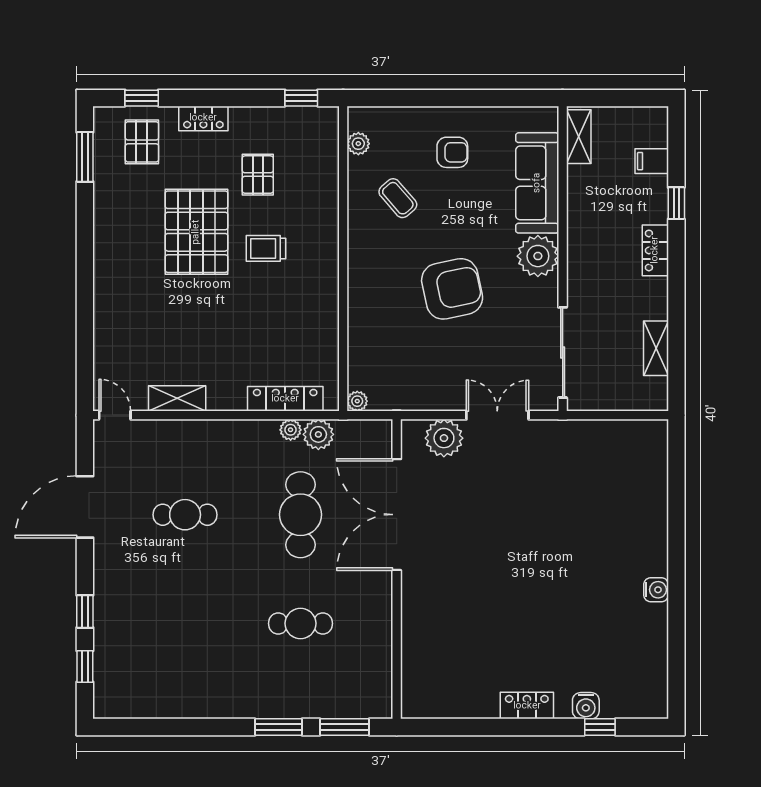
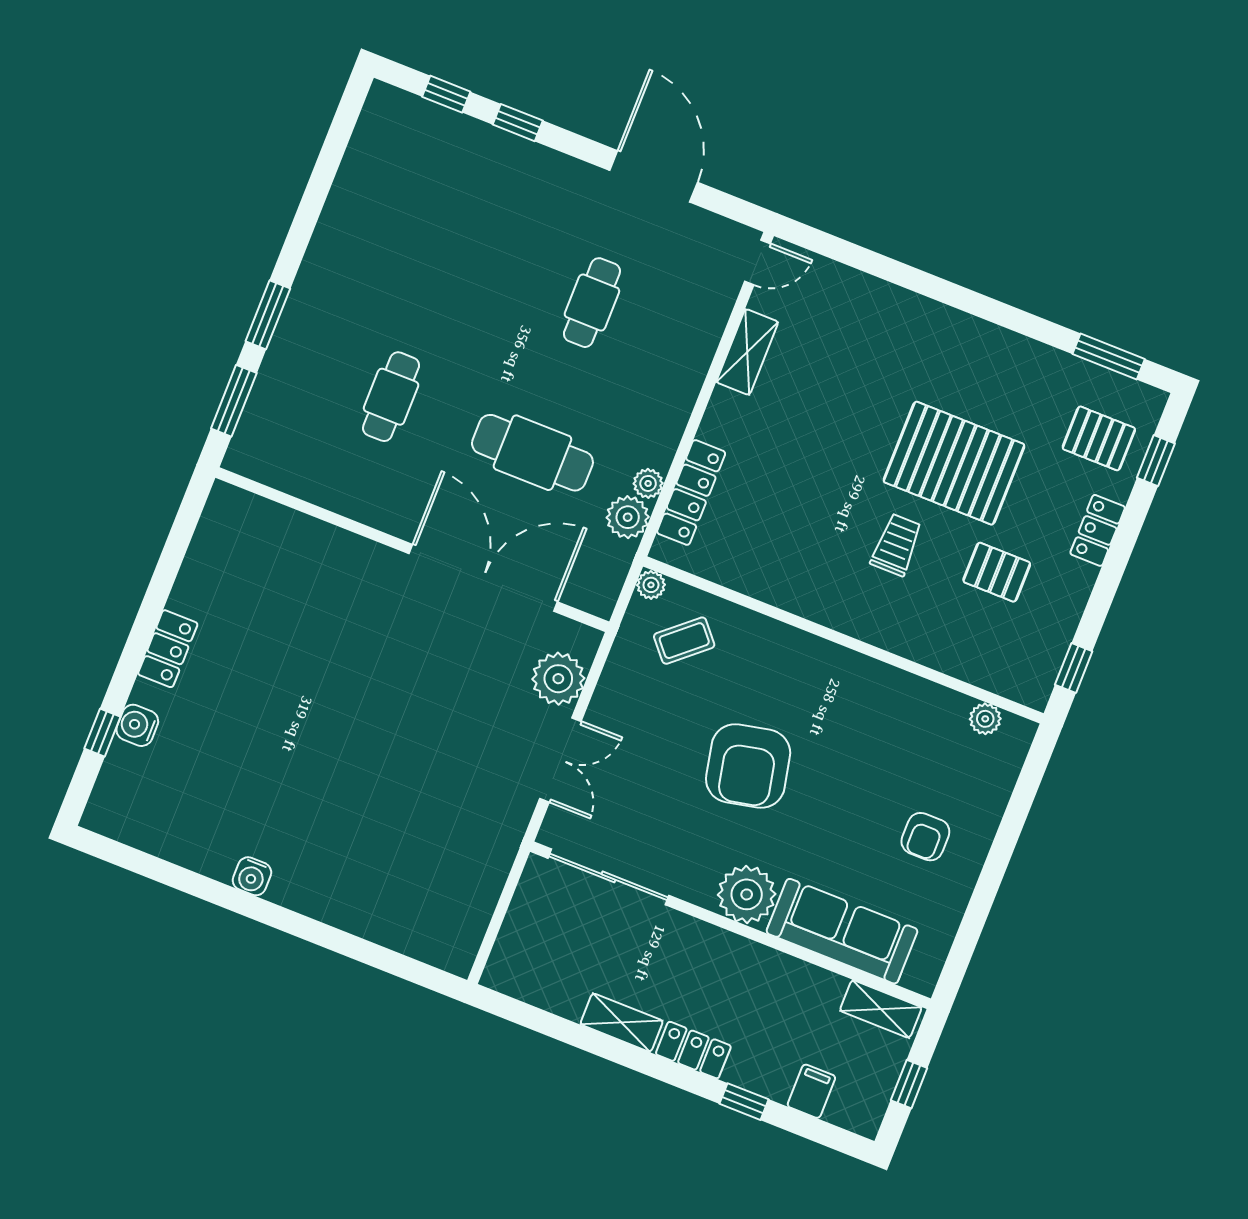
window: (621, 98) -> (909, 1084), added
coffee table: (398, 198) -> (684, 641), moved
shelving: (656, 348) -> (622, 1023), moved

